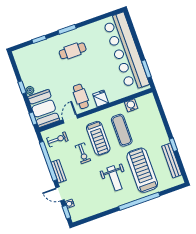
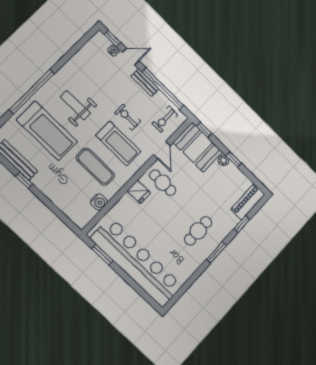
piano: (27, 53) -> (248, 202), added
treadmill: (98, 138) -> (118, 144), turned 180

